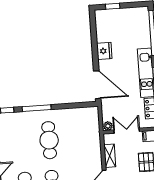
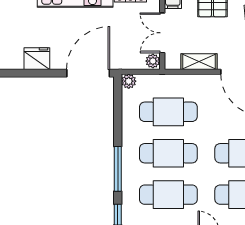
plant: (94, 111) -> (129, 81), added
cafe table: (76, 138) -> (168, 112), added
cafe table: (22, 142) -> (168, 195), added

